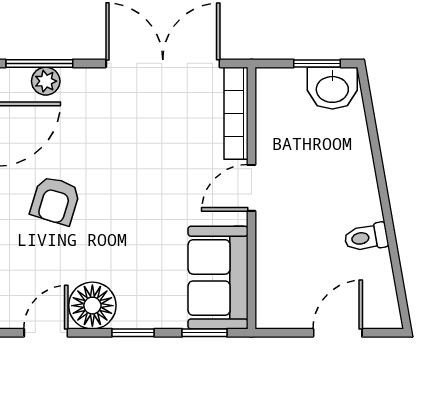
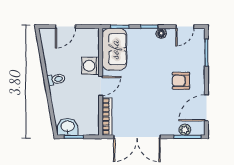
armchair: (55, 201) -> (181, 81), turned -107
washing machine: (276, 237) -> (90, 66), added
toilet: (366, 237) -> (56, 79), moved
floor lamp: (92, 306) -> (161, 33), width x0.53, depth x0.53

